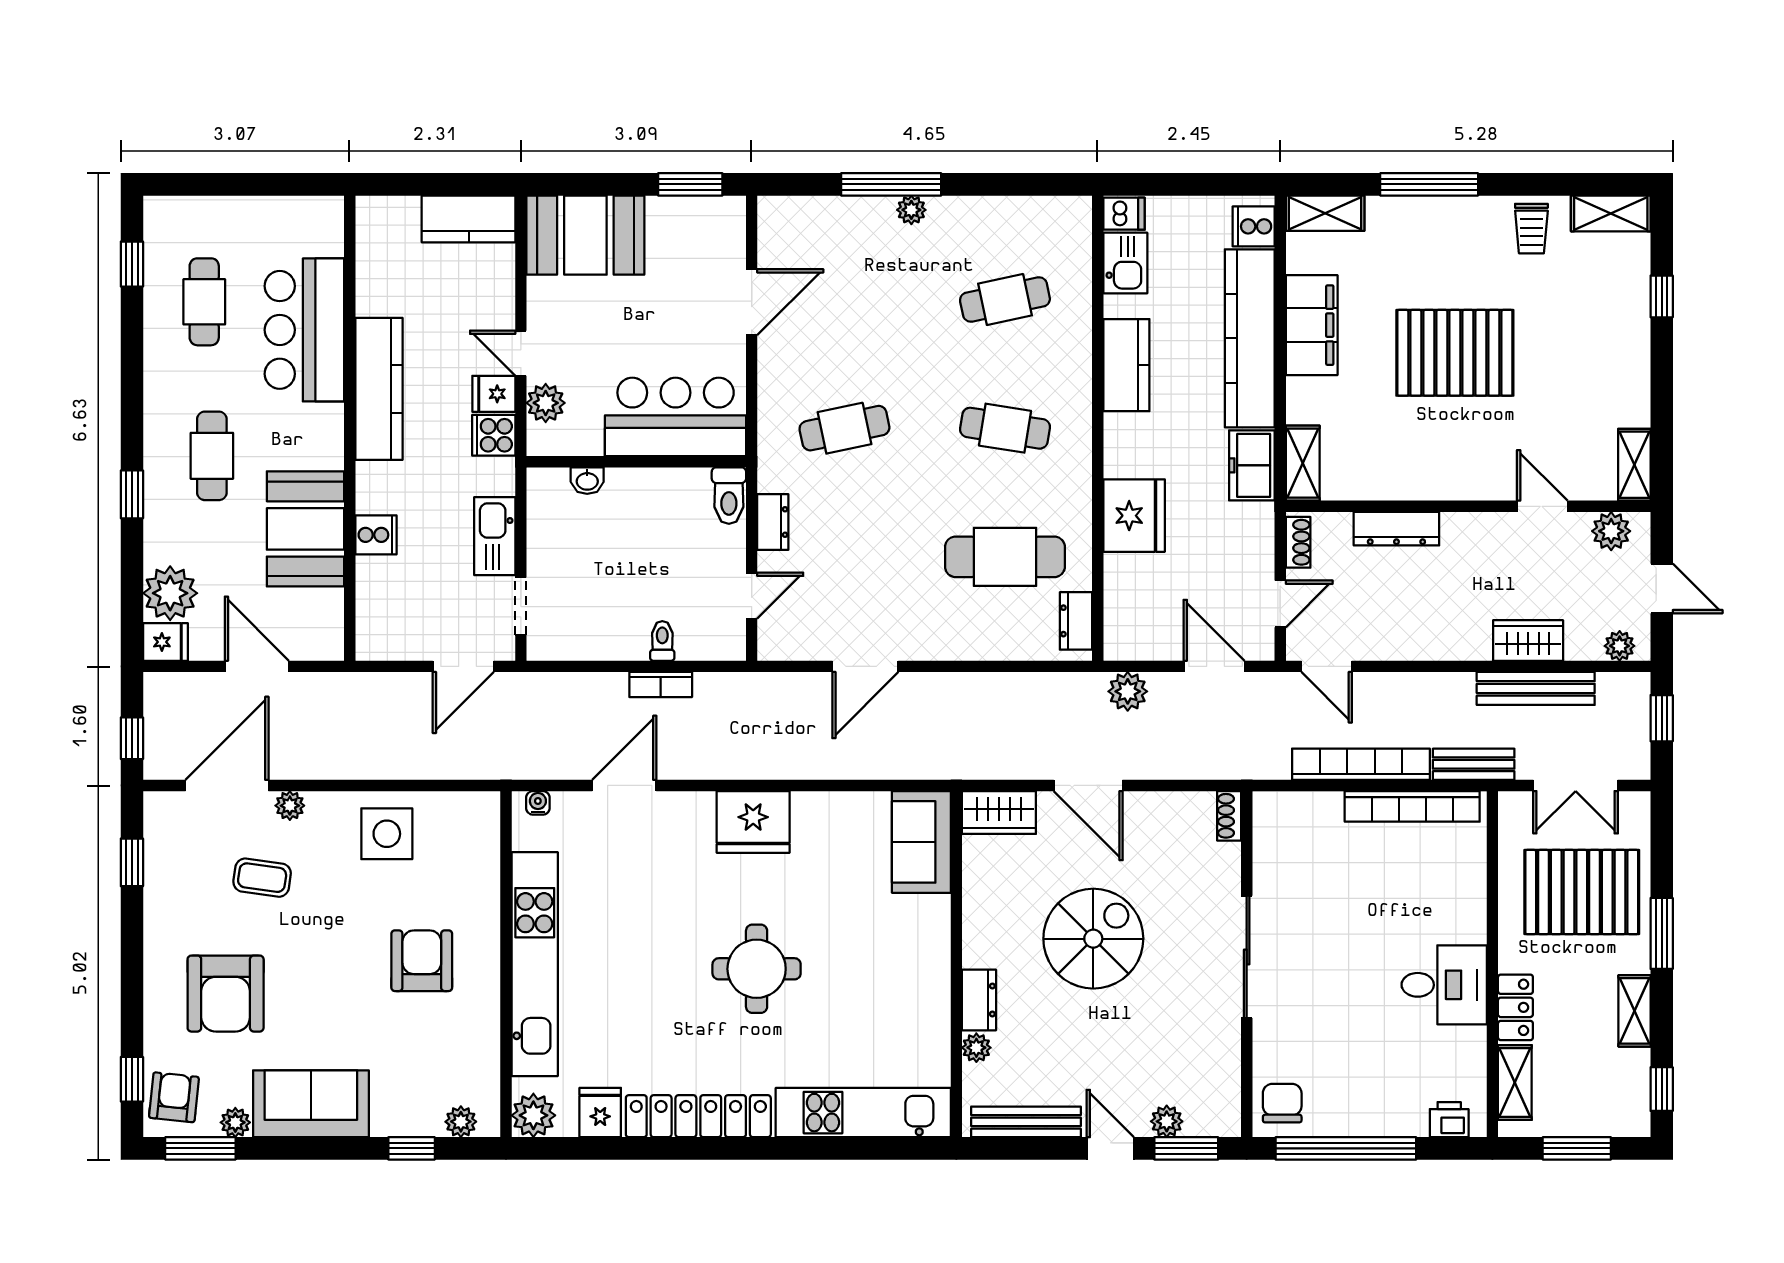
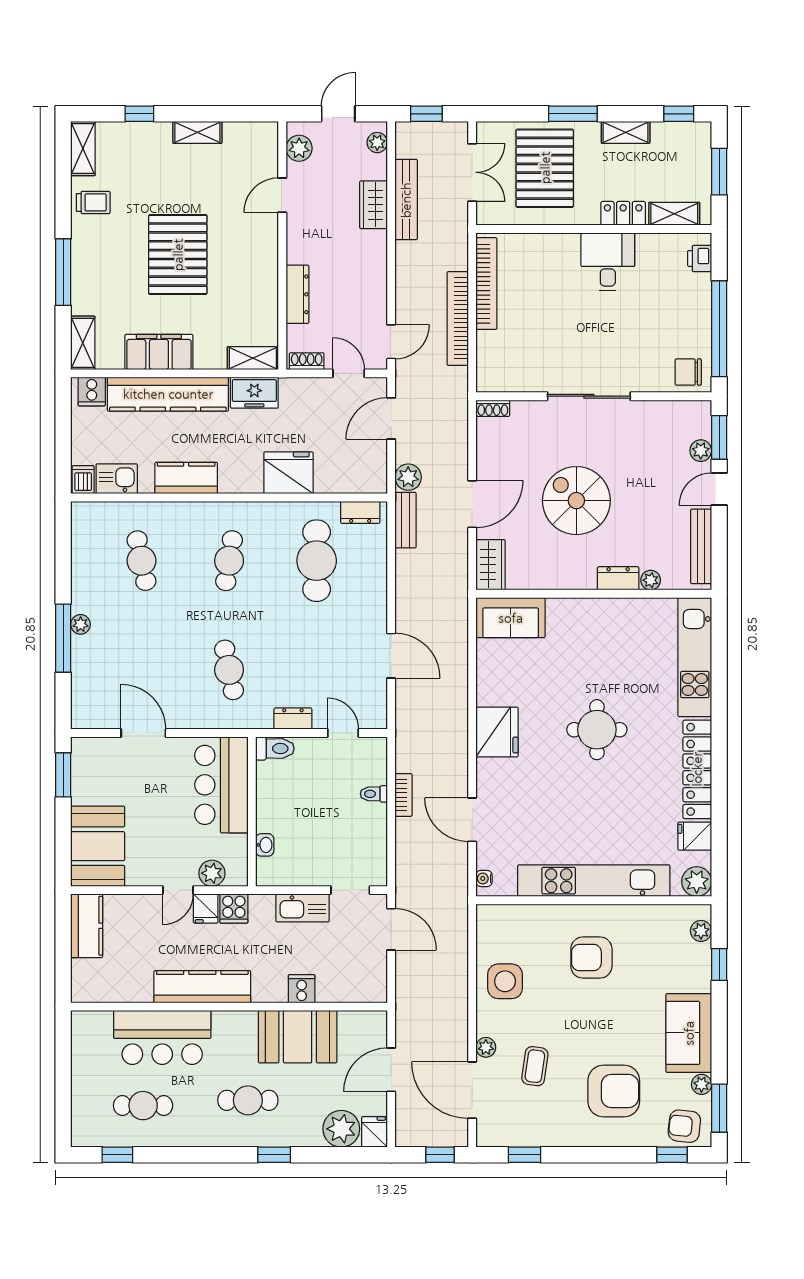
shelving: (1634, 465) -> (197, 132), moved
bench: (1474, 764) -> (406, 520), moved

